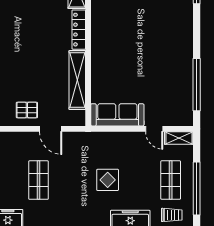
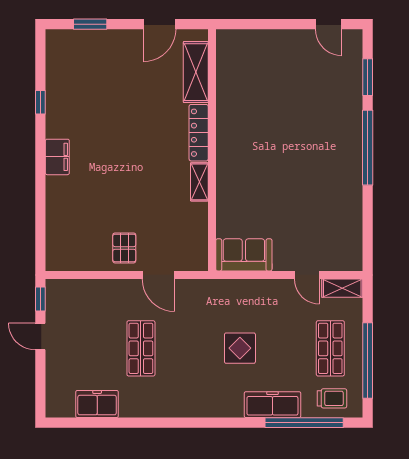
shelving: (77, 80) -> (199, 182), width x0.45, depth x0.75
window: (197, 85) -> (368, 148), moved
pallet: (27, 110) -> (124, 248), turned 90
sofa: (117, 115) -> (244, 255), width x0.73

